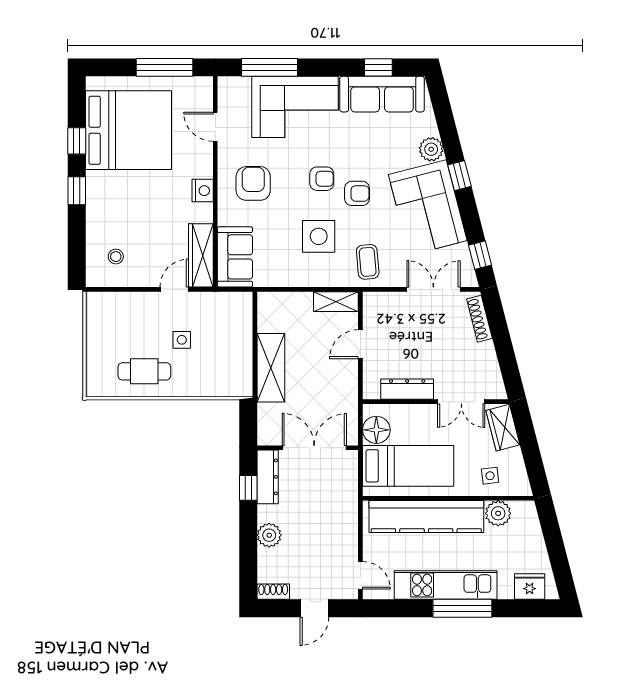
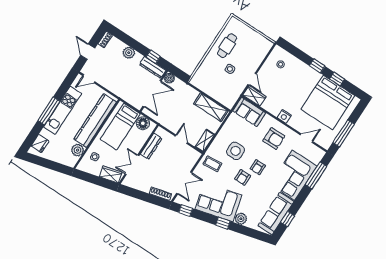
wardrobe: (201, 255) -> (255, 96), width x0.67
shelving: (271, 368) -> (211, 107), moved
boiler: (267, 435) -> (169, 78), added

